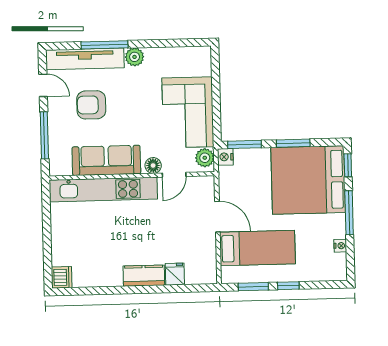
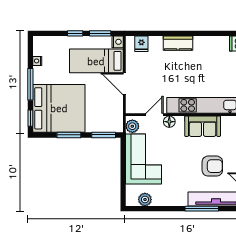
plant: (135, 57) -> (145, 200), moved
nightstand: (225, 157) -> (118, 42), moved
sofa: (106, 160) -> (203, 126), width x0.73
fridge: (175, 274) -> (141, 44), moved

